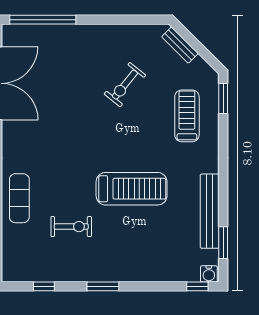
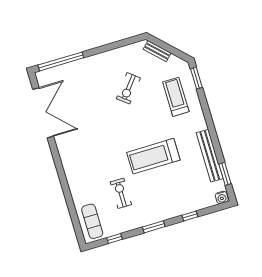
treadmill: (132, 189) -> (153, 156), turned 180
exercise mat: (19, 198) -> (92, 221), moved
exercise bike: (71, 227) -> (121, 193), turned -90
window: (197, 286) -> (190, 216), moved

